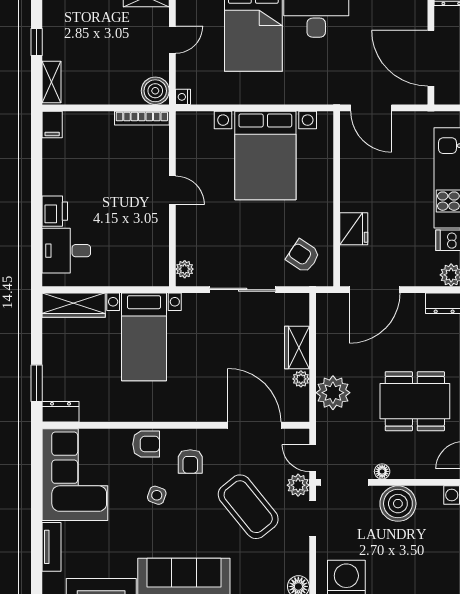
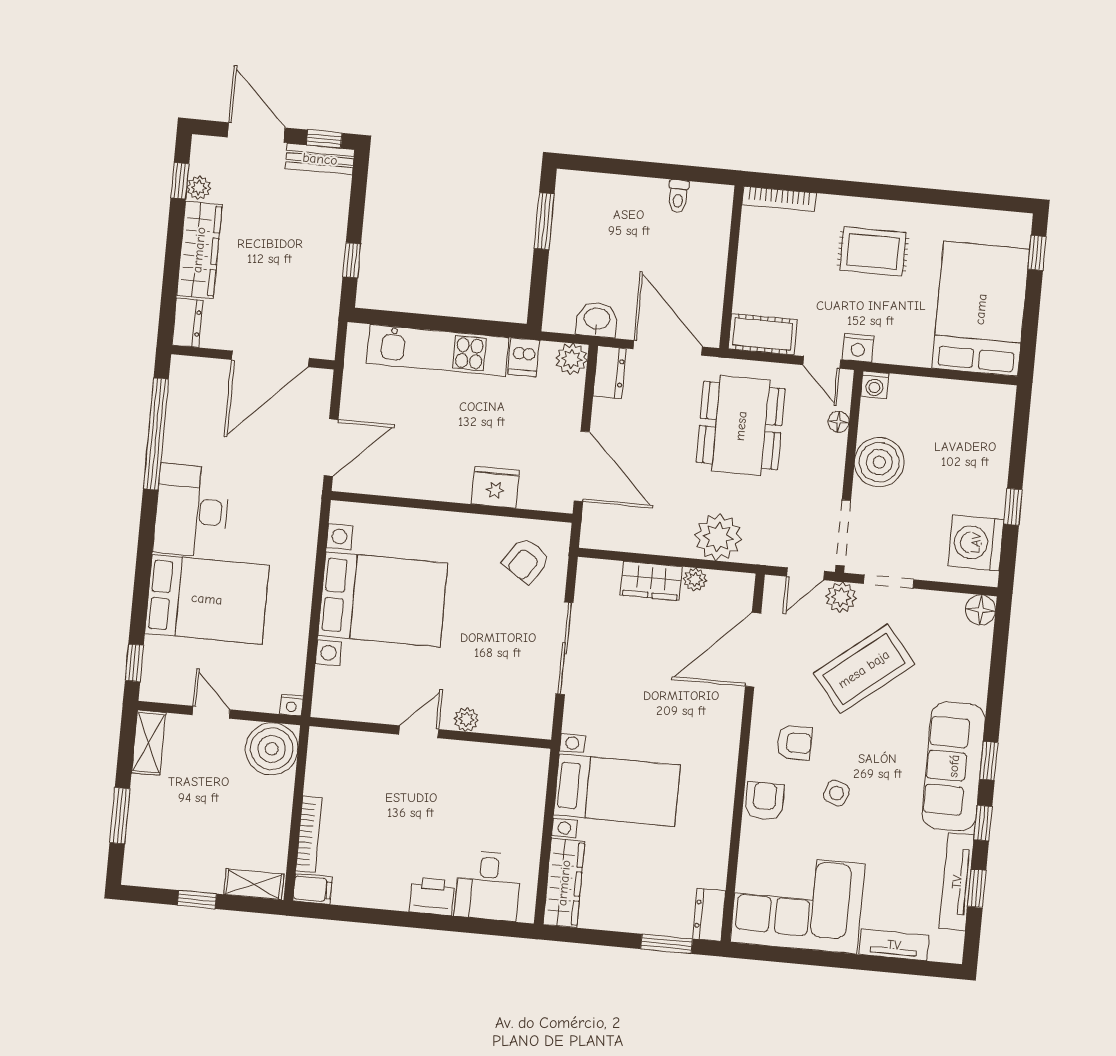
boiler: (155, 91) -> (272, 749), width x1.37, depth x1.37
bookcase: (142, 118) -> (309, 834), moved
plant: (185, 269) -> (466, 719), moved
floor lamp: (382, 471) -> (839, 422), moved

